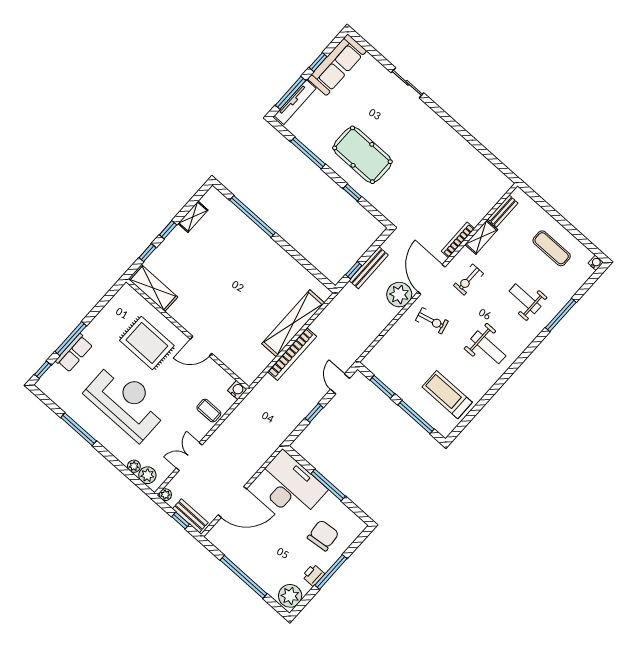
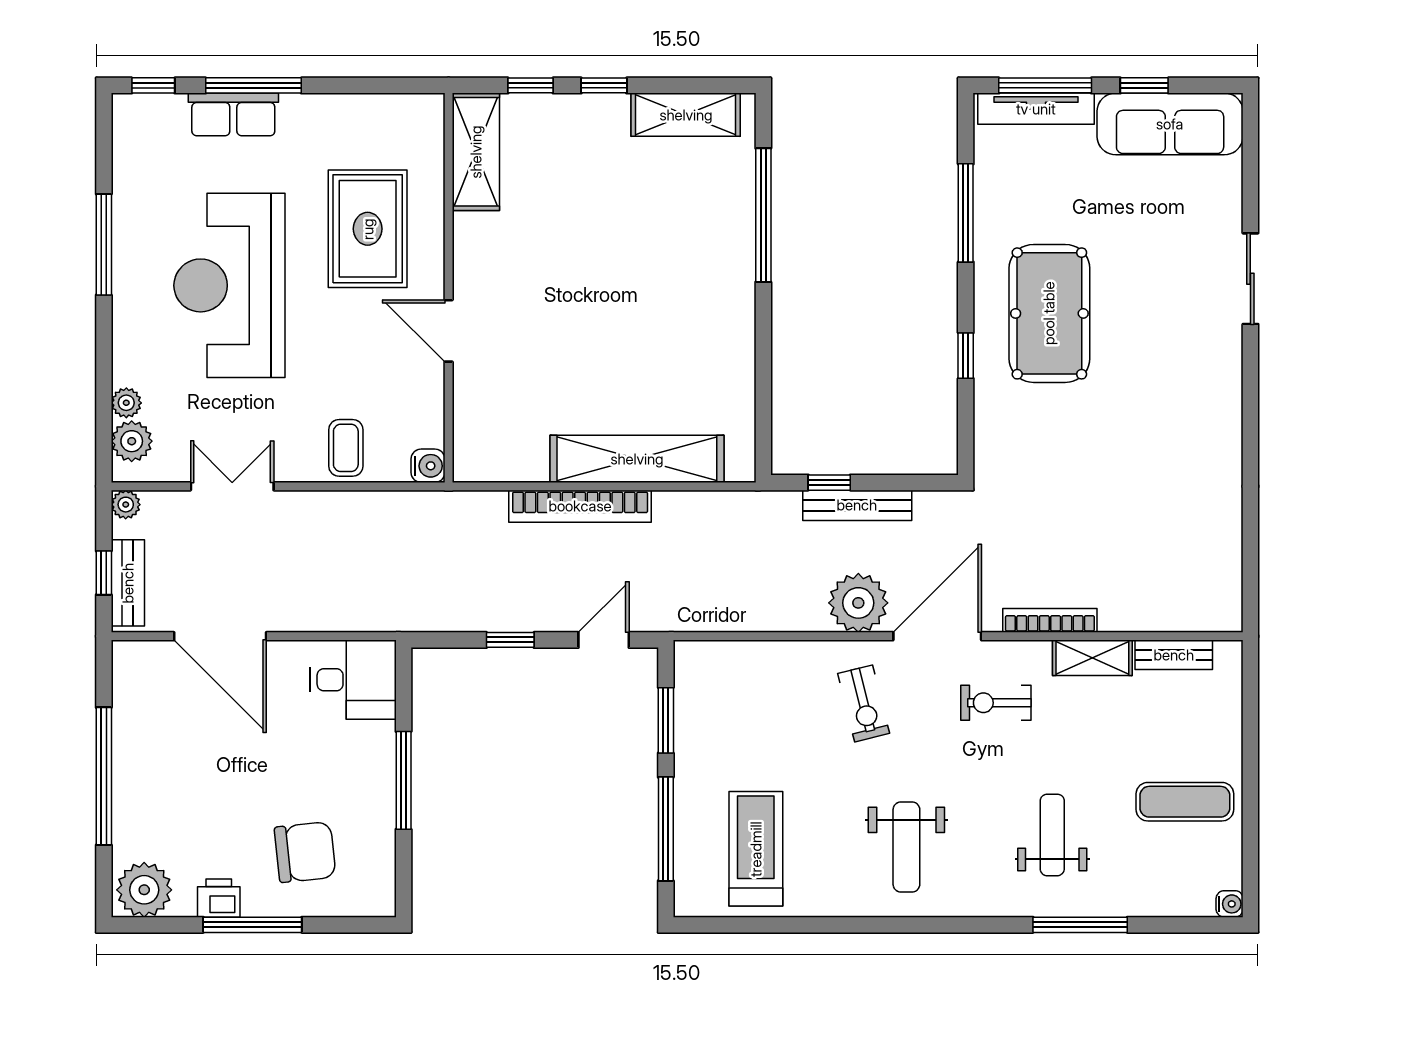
shelving: (193, 217) -> (686, 115), width x1.50, depth x1.33
exercise mat: (552, 248) -> (1185, 802), turned 90
reception desk: (126, 402) -> (229, 285), turned 180
desk: (290, 486) -> (353, 680), width x0.53, depth x0.77

